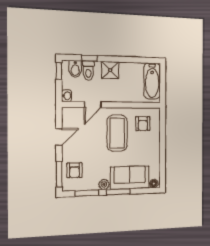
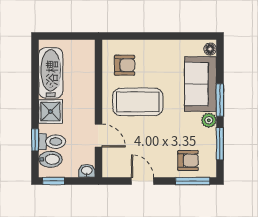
bathtub: (152, 81) -> (51, 73), moved, turned -90

